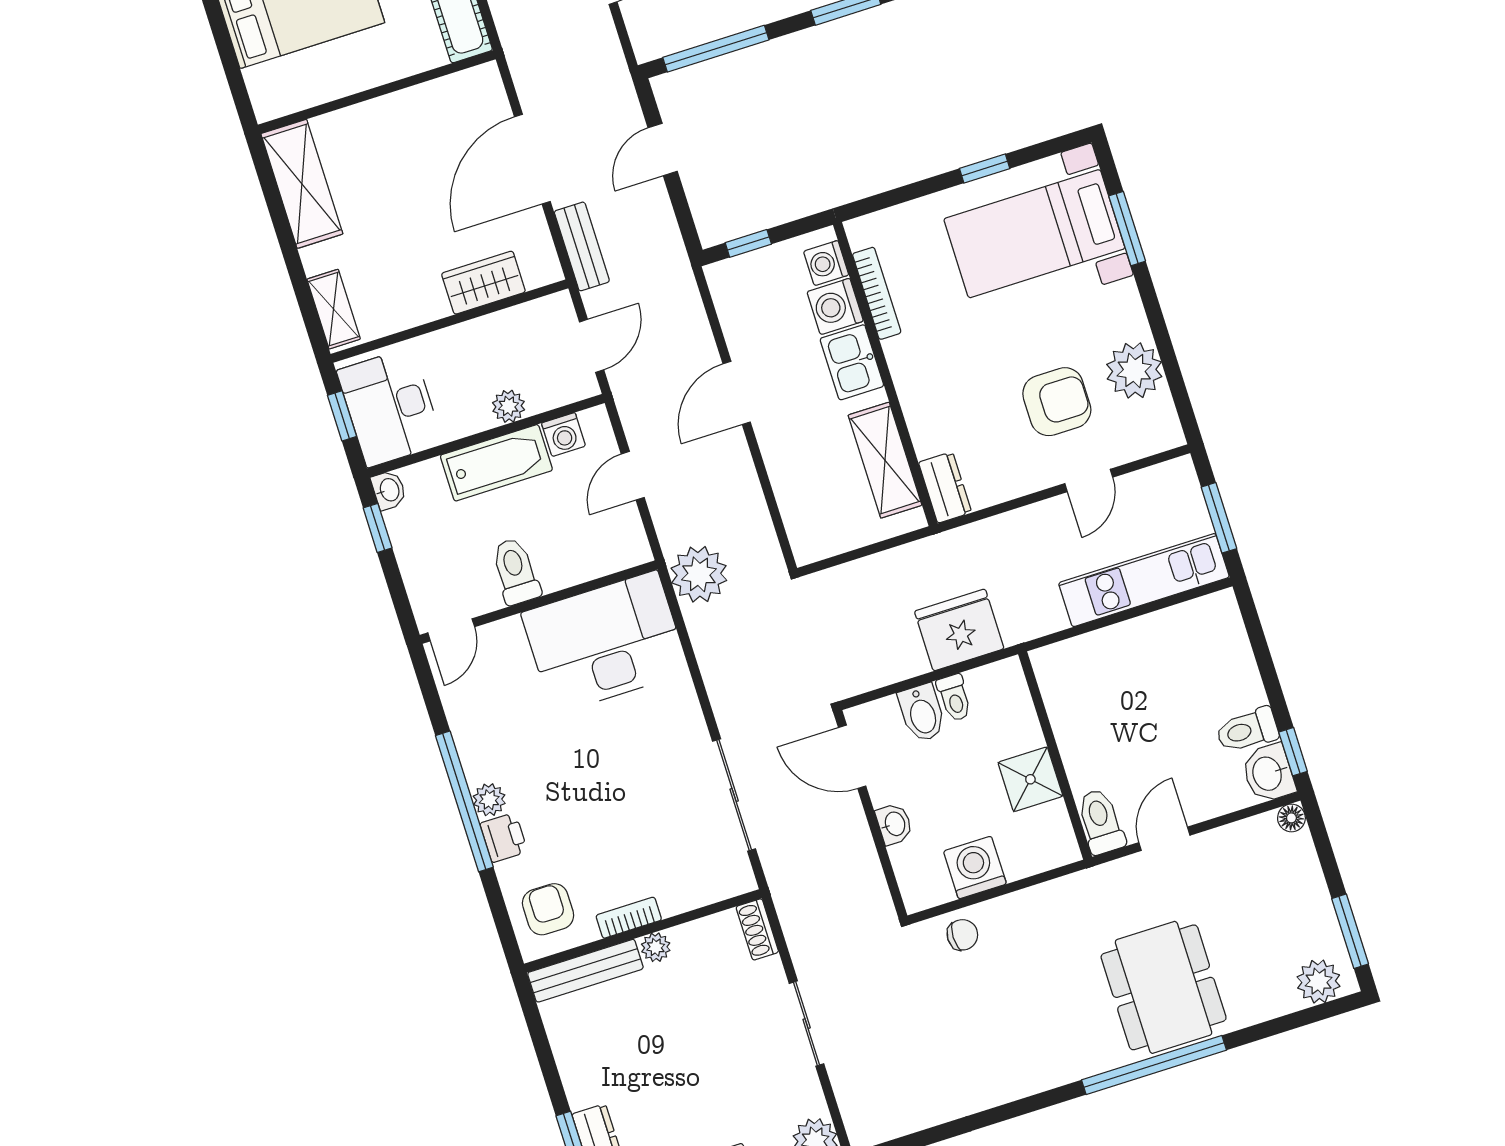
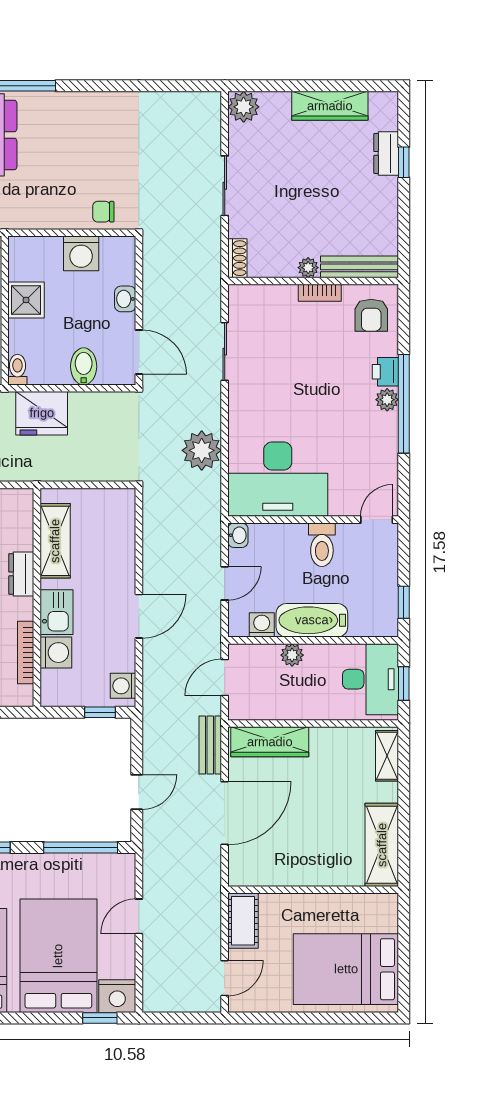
washing machine: (826, 263) -> (123, 686), moved, turned 180
wardrobe: (483, 283) -> (270, 742), width x1.50
dresser: (945, 487) -> (21, 574), moved
washbasin: (389, 490) -> (238, 535), moved, turned 180
plant: (699, 574) -> (202, 450), moved
toilet: (954, 698) -> (17, 370), moved
sliding door: (734, 795) -> (225, 352), width x0.73

